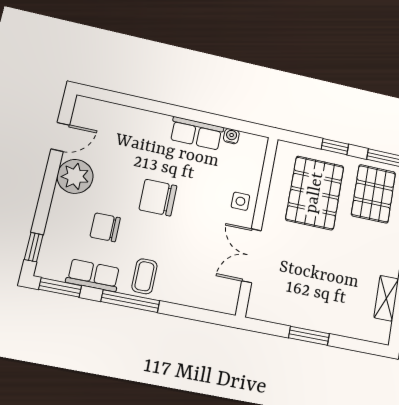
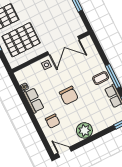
door: (60, 137) -> (64, 152), moved
chair: (105, 227) -> (53, 121), moved
double door: (252, 256) -> (63, 46), width x1.37

